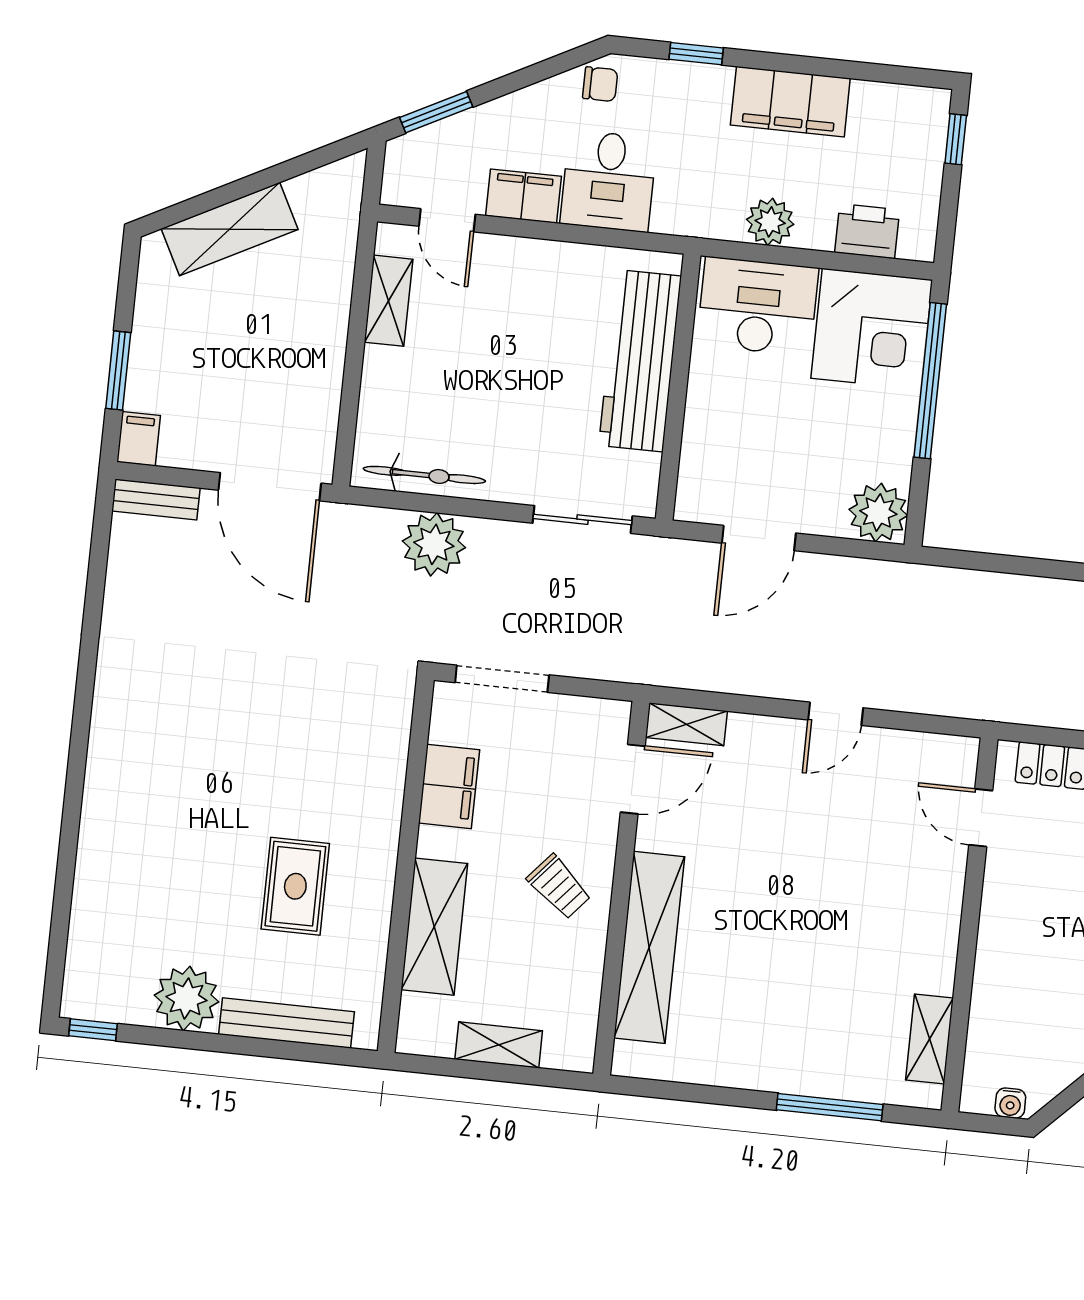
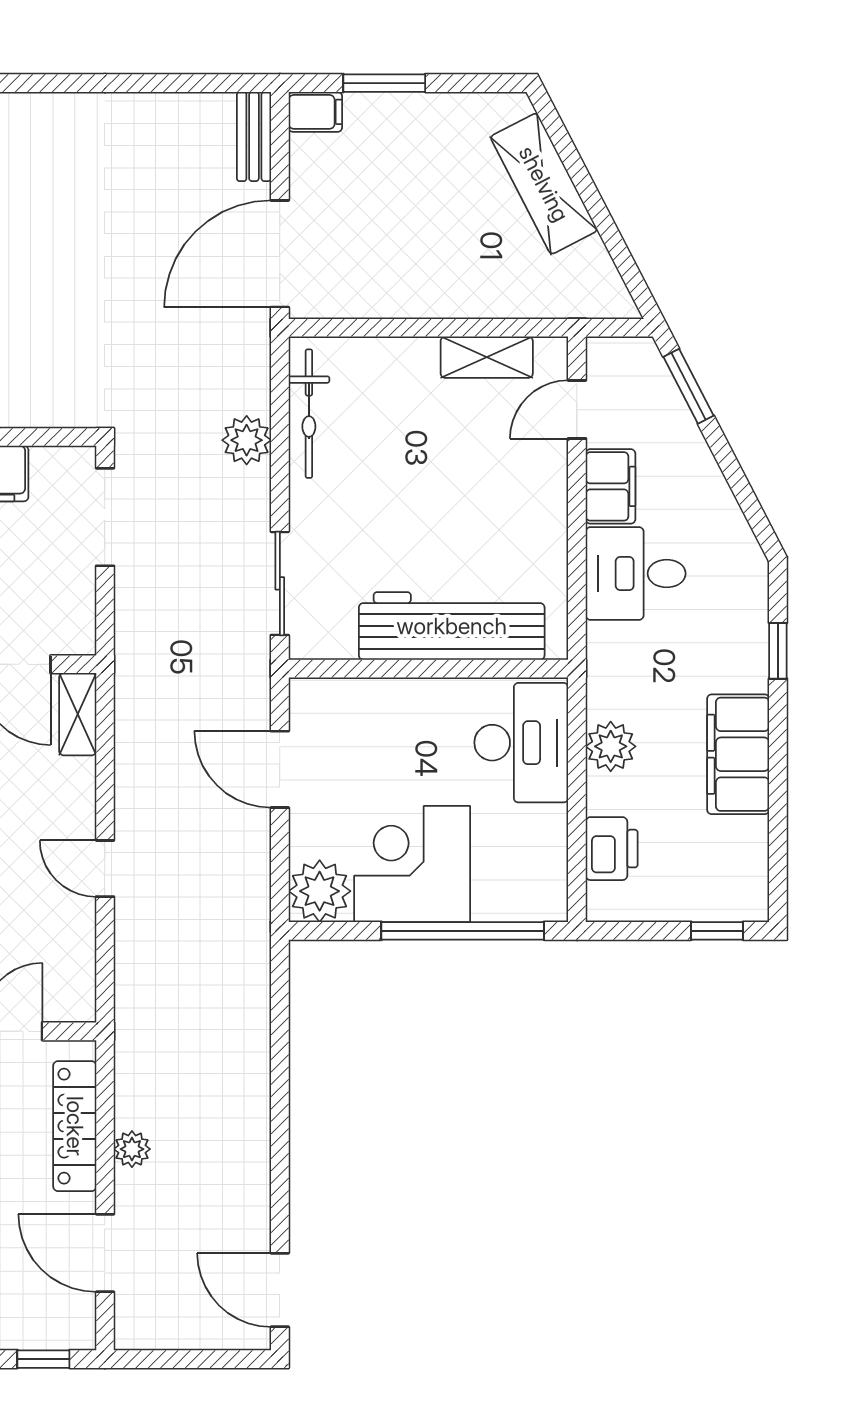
chair: (600, 84) -> (736, 554), removed
corner desk: (872, 329) -> (412, 864), moved, turned 90
plant: (434, 544) -> (247, 440), width x0.73, depth x0.73

